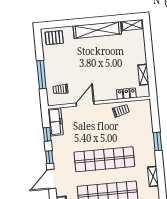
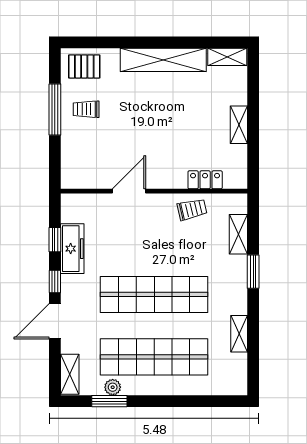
window: (41, 75) -> (55, 109), moved
shelving: (143, 75) -> (239, 125), moved
trolley: (61, 89) -> (86, 109), moved
freezer: (56, 122) -> (72, 249), moved
shelving: (148, 122) -> (238, 234), added

